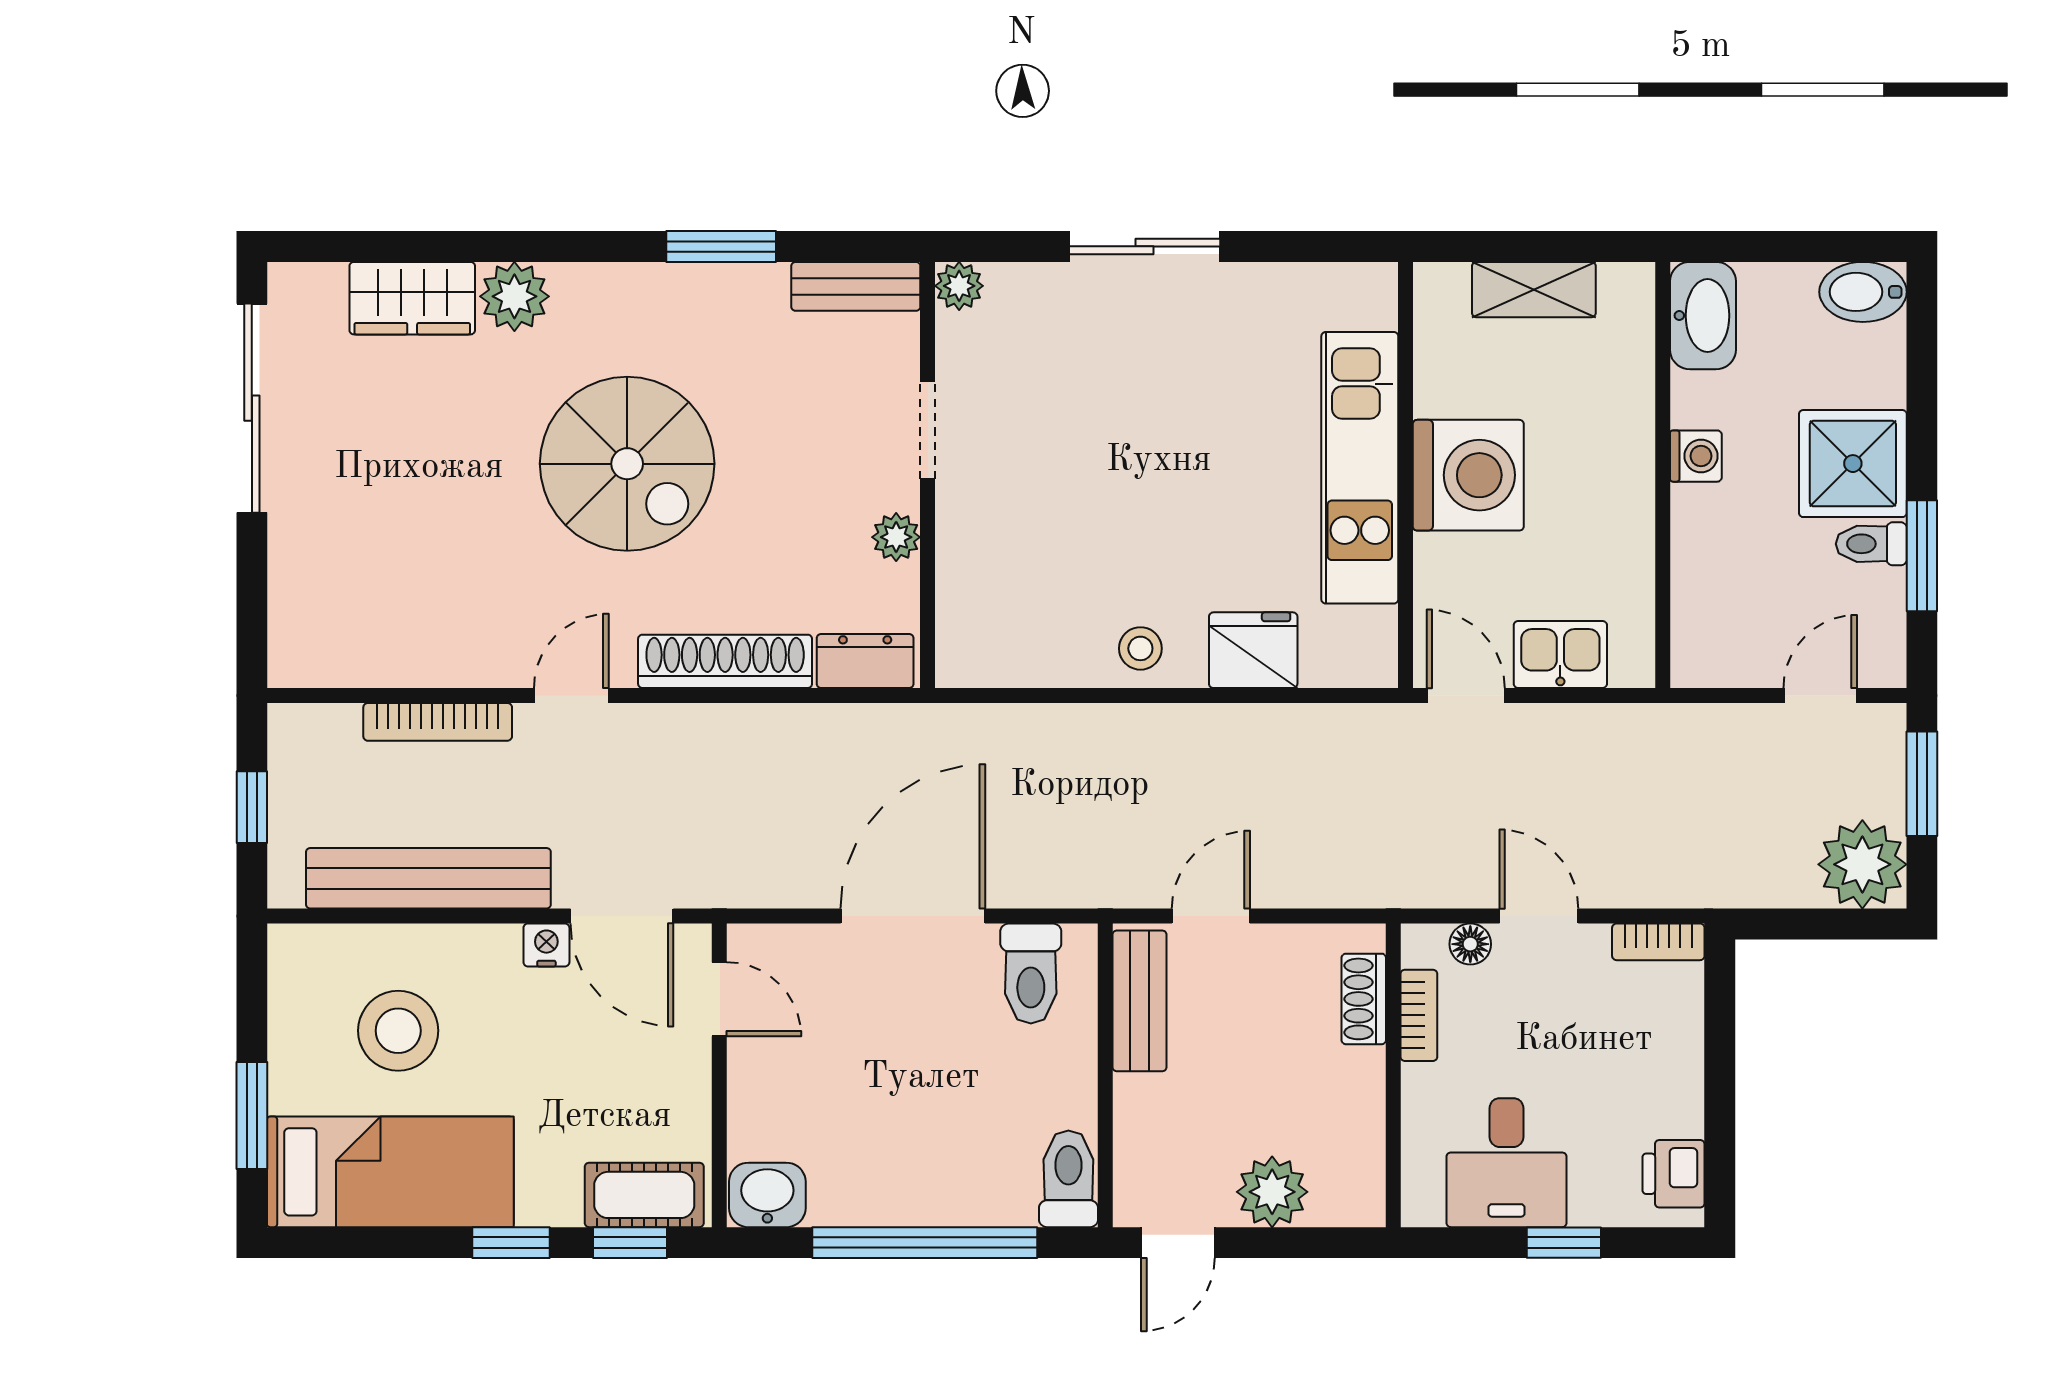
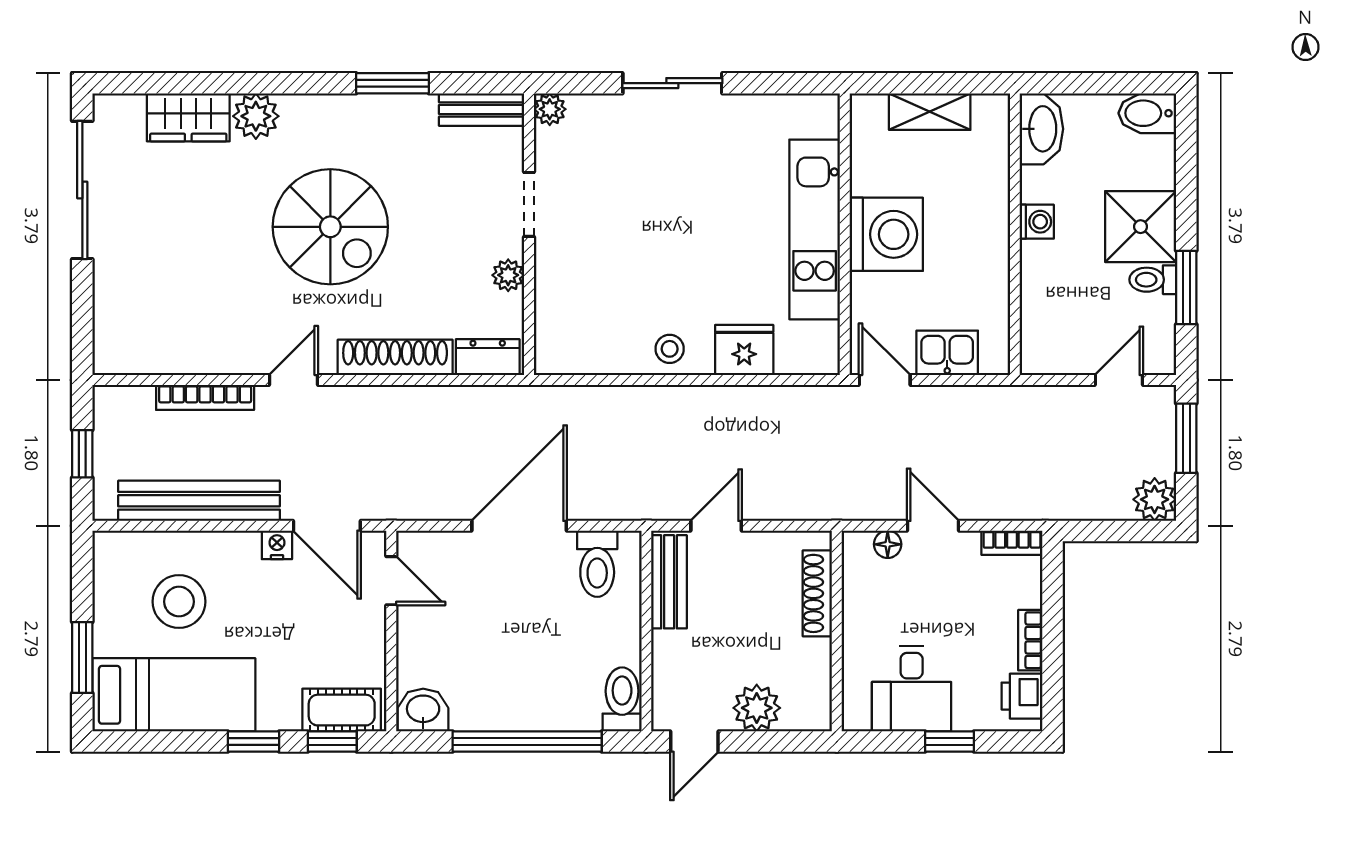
plant: (1862, 864) -> (1155, 499), width x0.73, depth x0.73
shoe rack: (1364, 999) -> (817, 593), width x1.43
bookcase: (1419, 1015) -> (1030, 640), moved, turned 180

